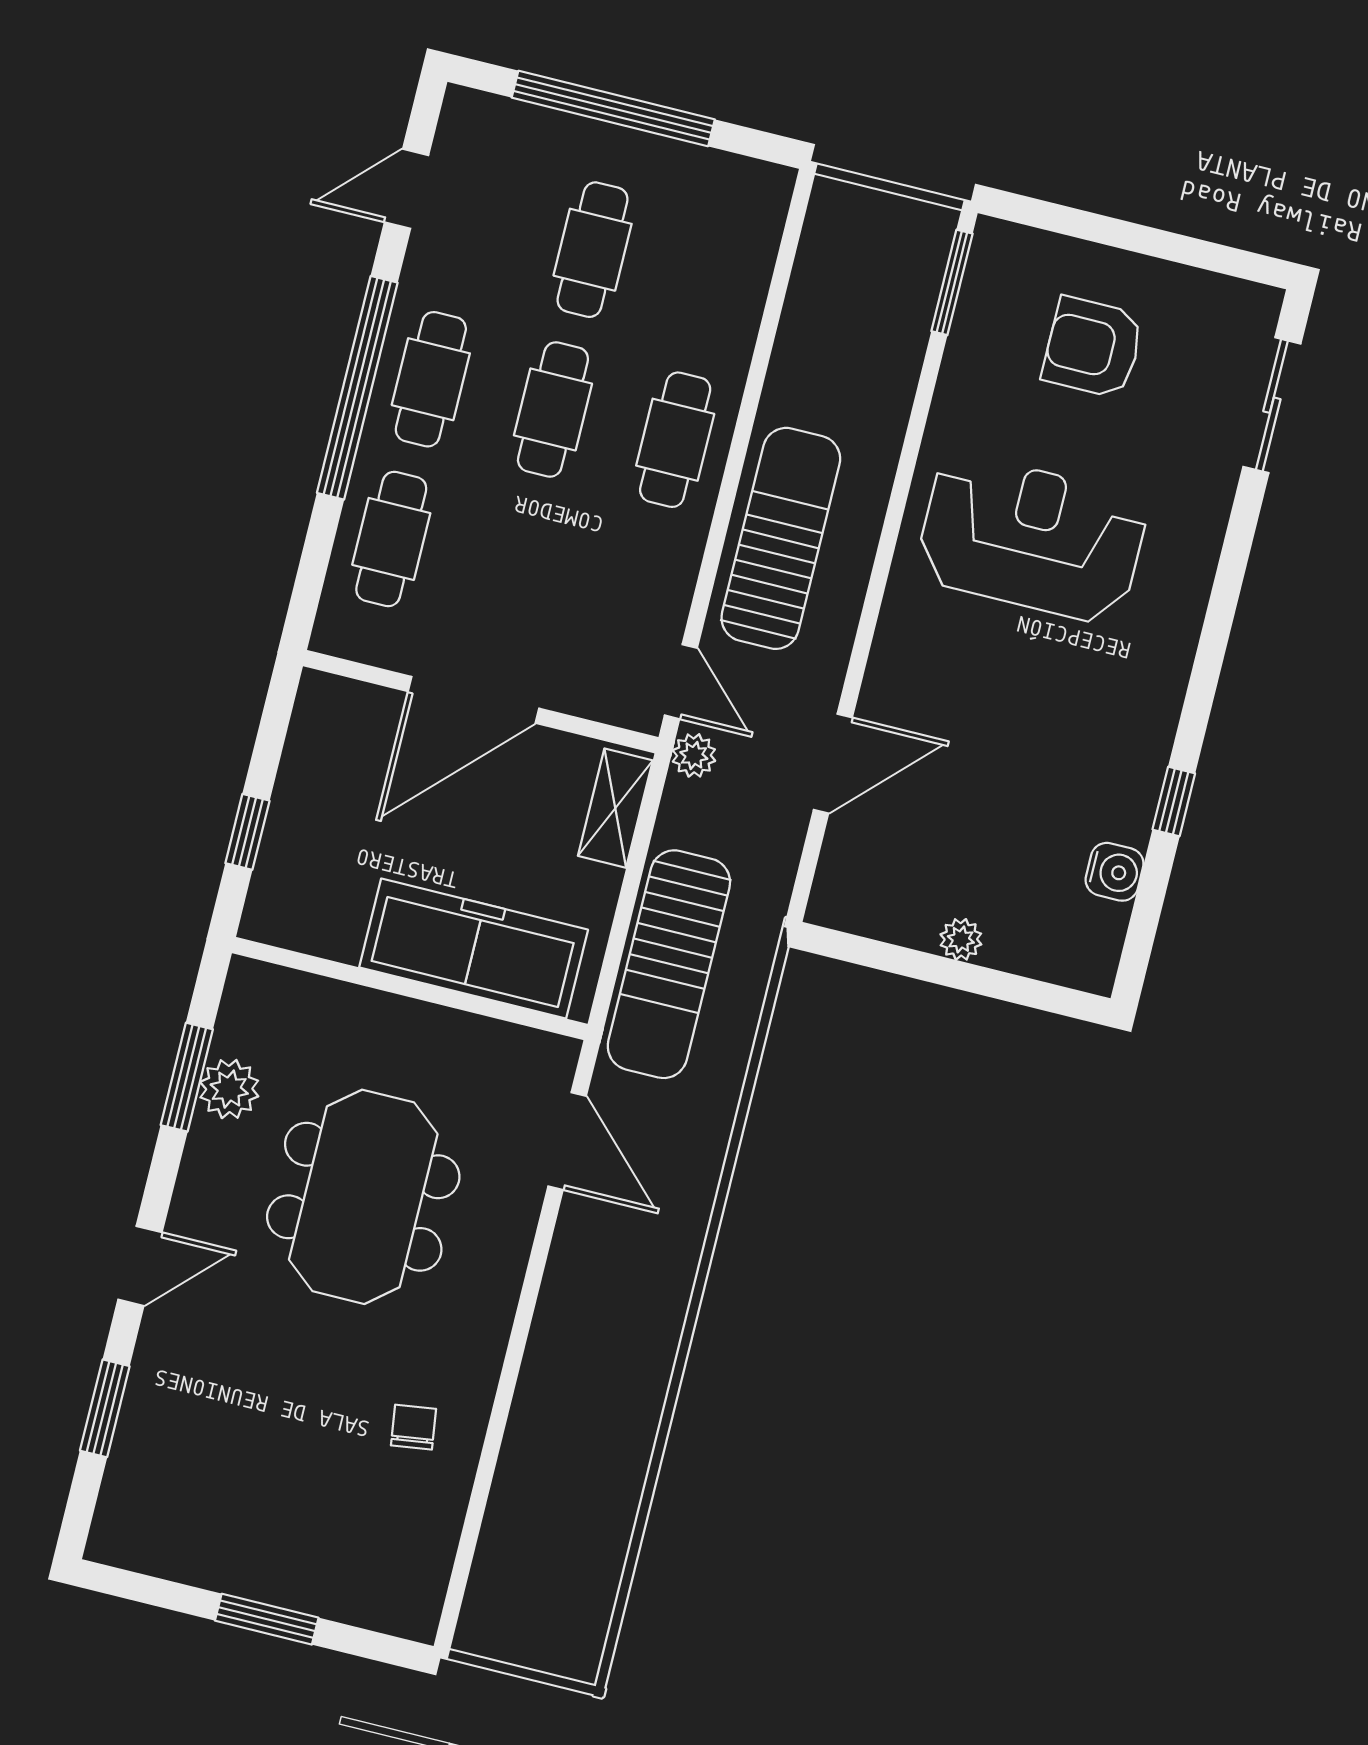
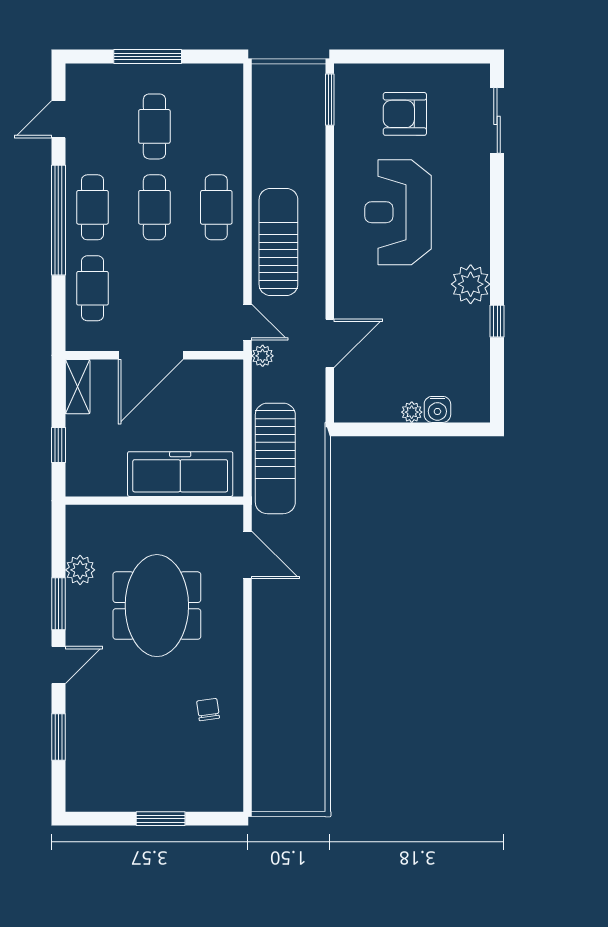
window: (613, 109) -> (148, 57), width x0.68
reception desk: (1032, 538) -> (398, 212), turned -90
plant: (1140, 716) -> (471, 284), added
shelving: (615, 808) -> (78, 387), moved
water cooler: (1115, 872) -> (437, 409), moved, turned 90
window: (187, 1077) -> (58, 604), moved

